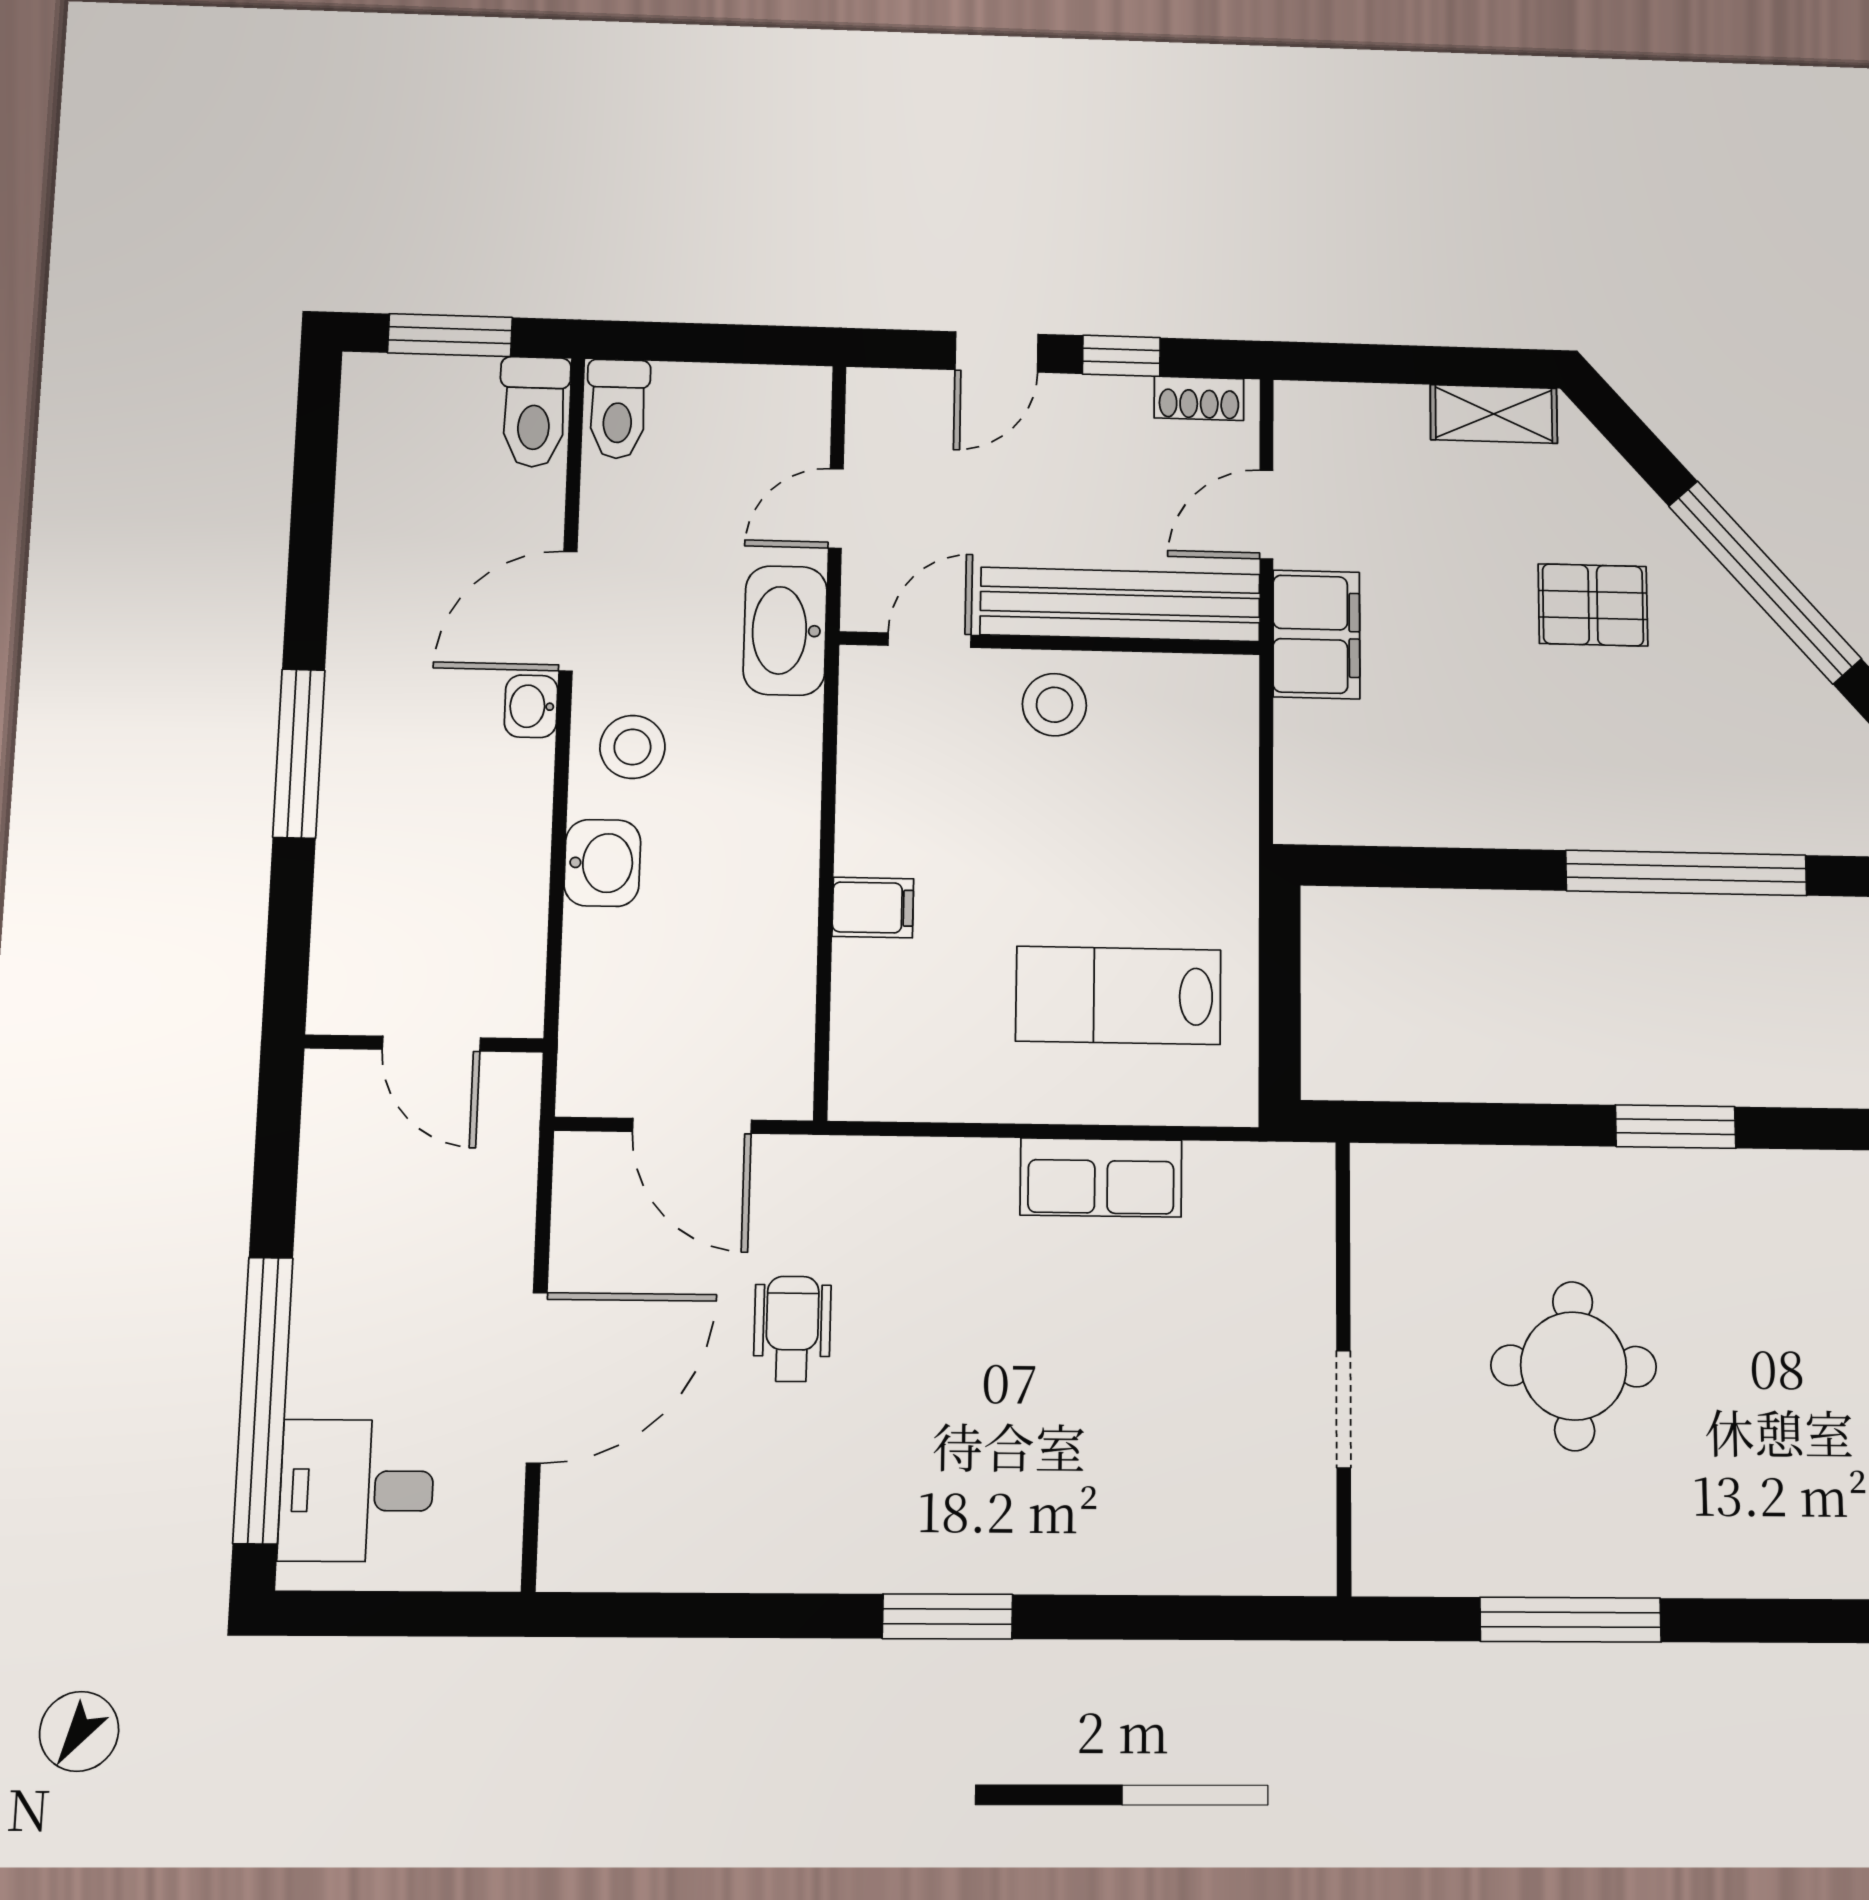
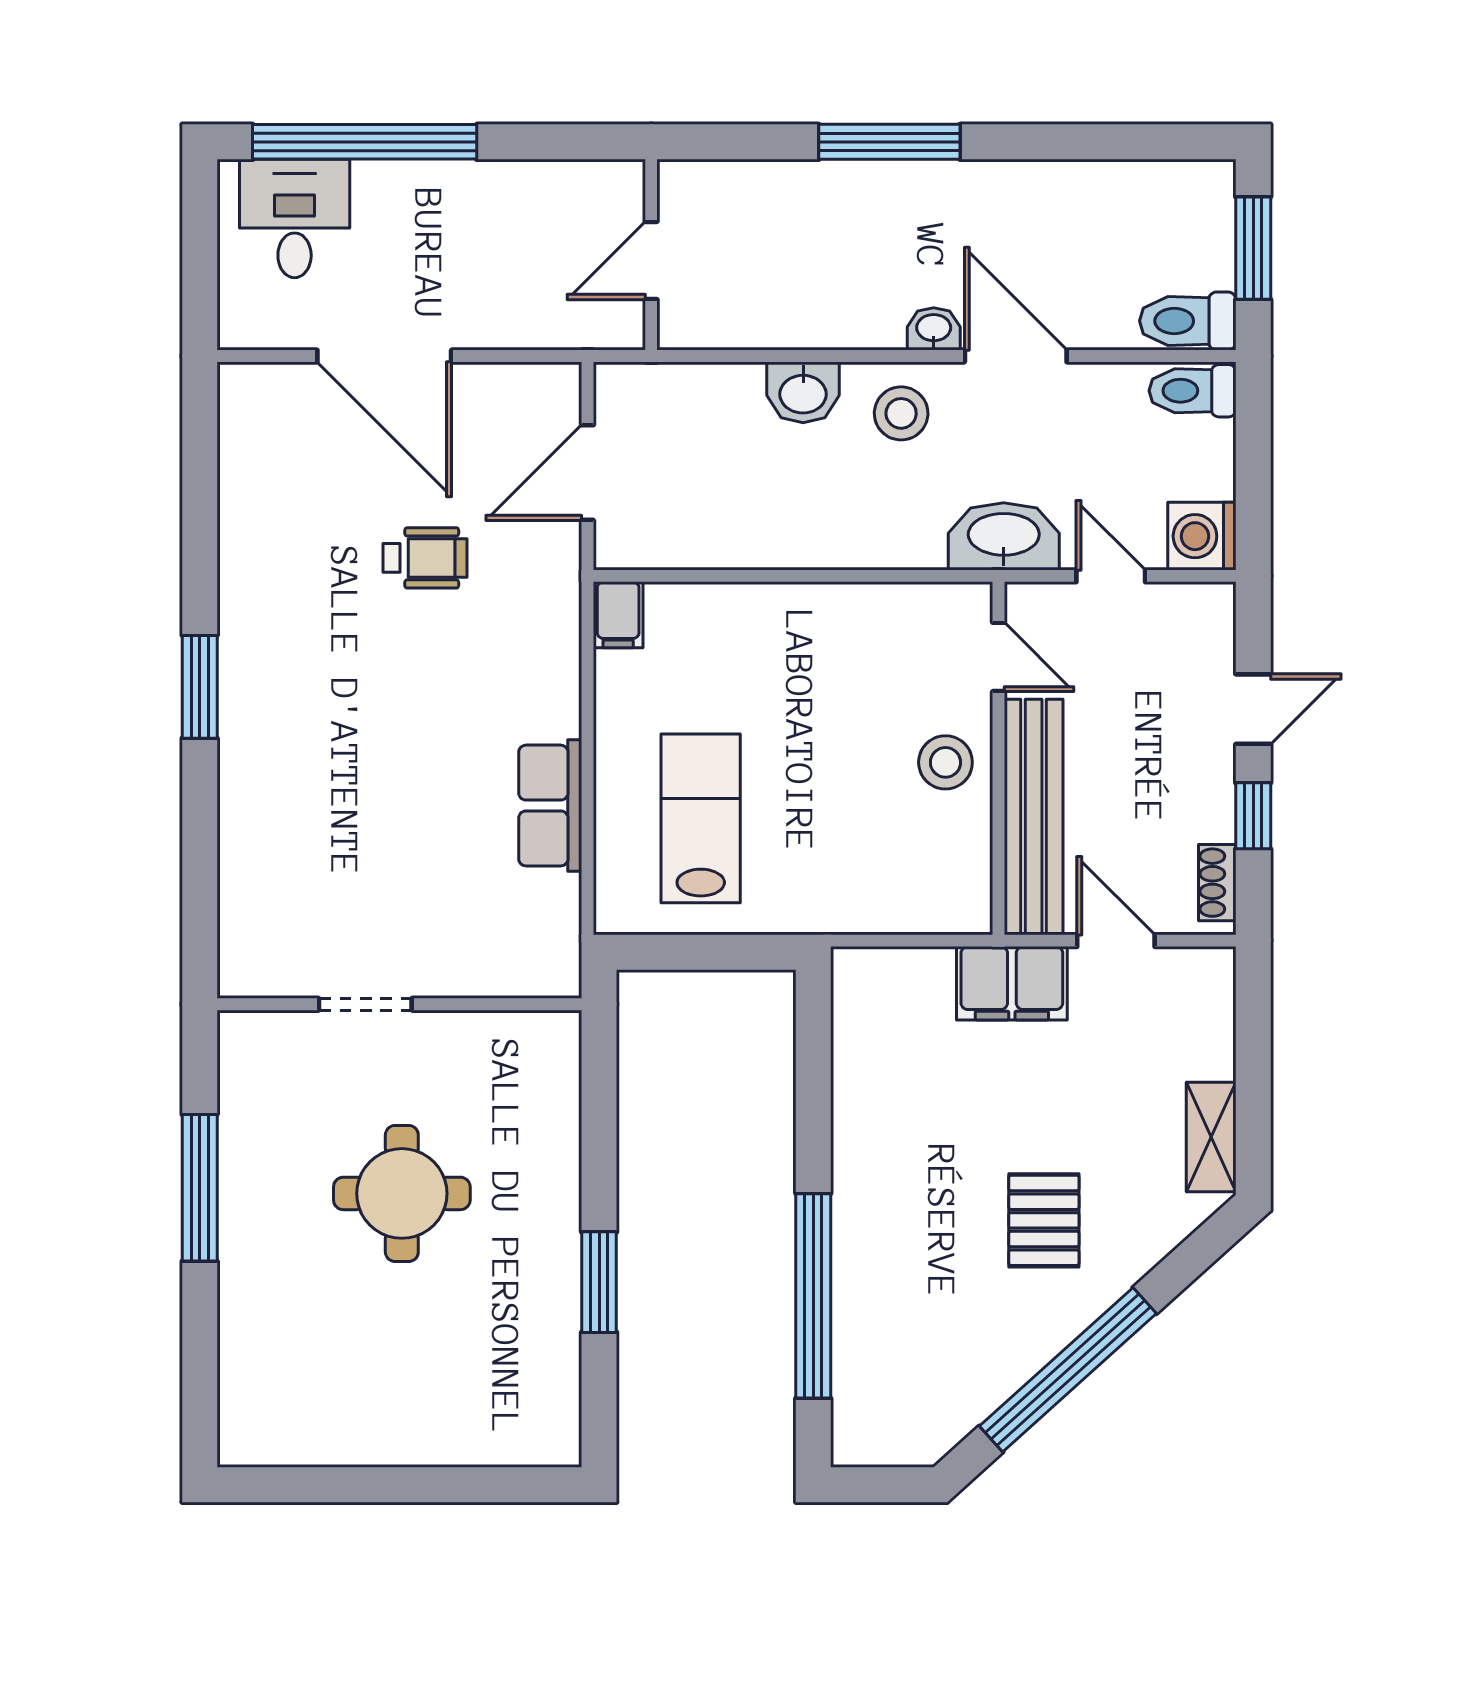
door: (997, 352) -> (1253, 709), swing flipped
washing machine: (791, 404) -> (1202, 536), added
filing cabinet: (873, 908) -> (618, 615), moved

